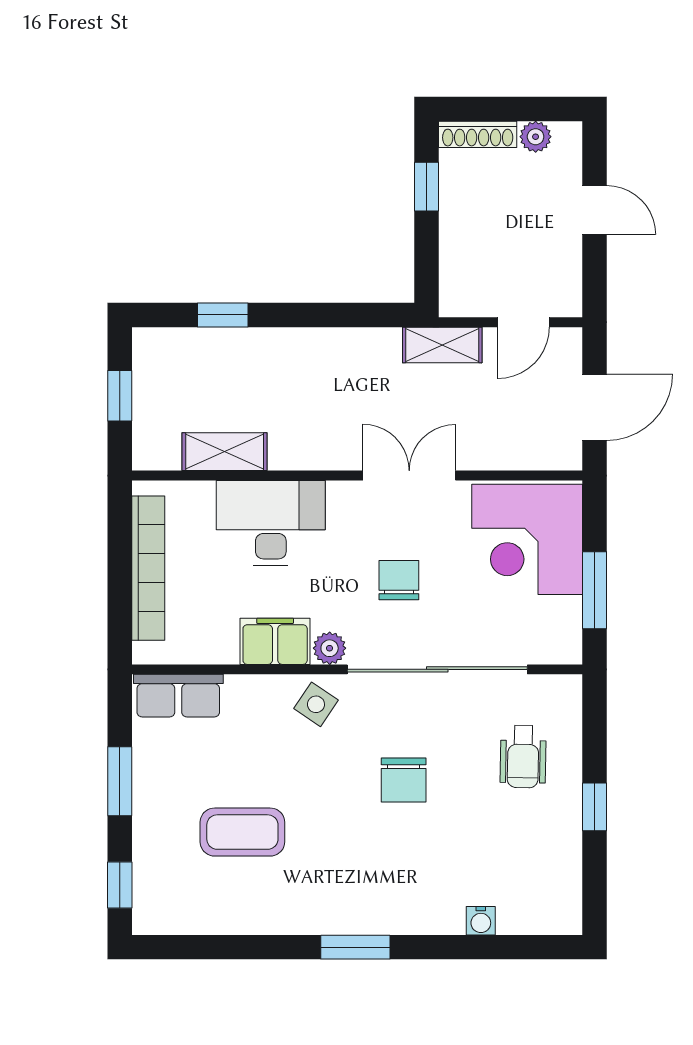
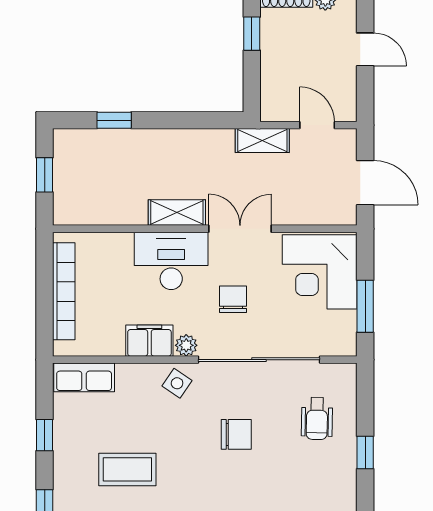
door: (523, 322) -> (317, 125), swing flipped
door: (594, 407) -> (365, 183), hinge flipped
shelving: (225, 452) -> (177, 213), moved
desk: (271, 523) -> (171, 261), moved
chair: (404, 780) -> (236, 434), turned -90
window: (120, 781) -> (45, 435), width x0.67

